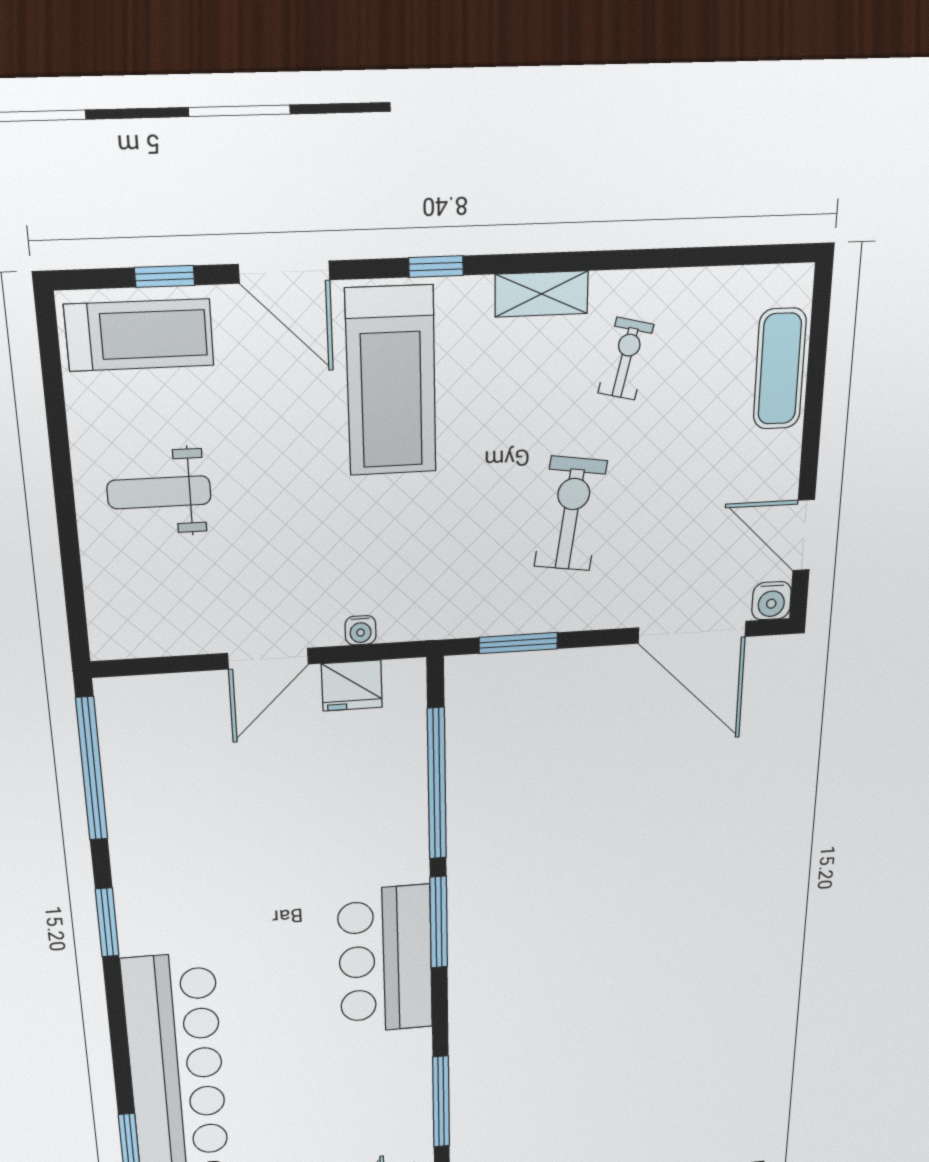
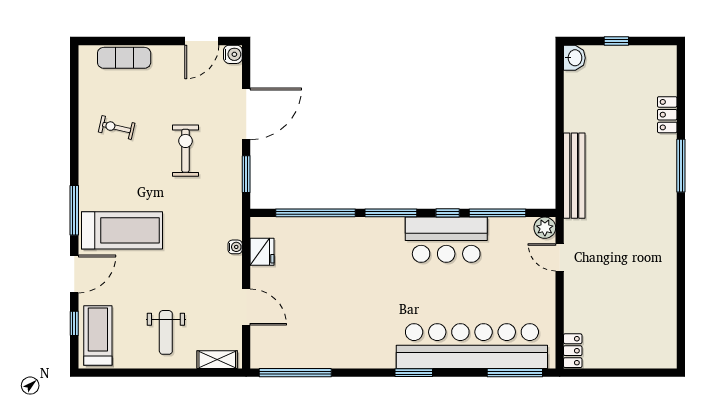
window: (436, 267) -> (74, 210), width x2.17
shelving: (541, 294) -> (217, 360), moved, turned 90
exercise bike: (571, 514) -> (185, 151), turned 82
door: (692, 632) -> (246, 114), moved
door: (268, 659) -> (246, 307), moved
window: (107, 922) -> (414, 373), moved
bar counter: (385, 960) -> (446, 240), moved
window: (440, 1020) -> (448, 213), added

